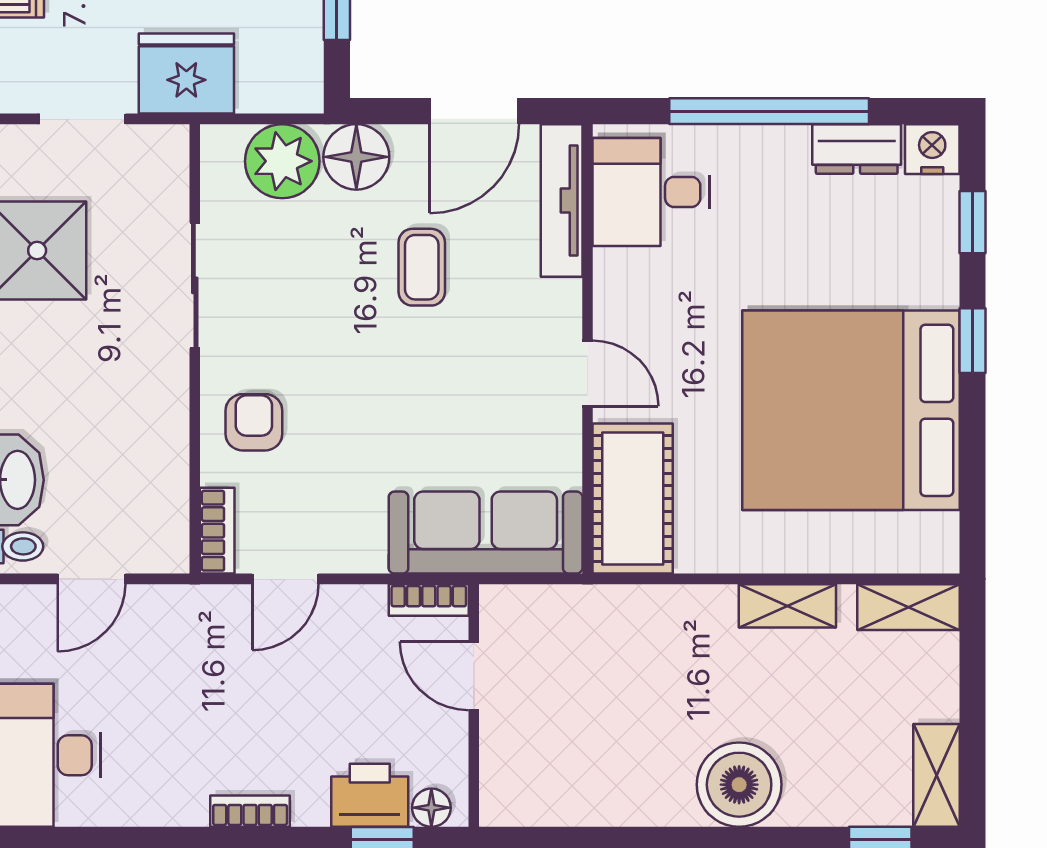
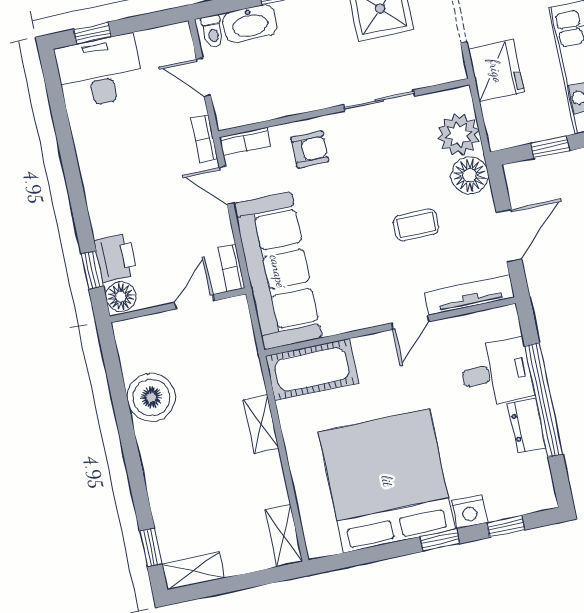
door: (474, 111) -> (509, 236), swing flipped
dresser: (857, 149) -> (527, 426), moved
nightstand: (932, 149) -> (469, 512), moved, turned 90
desk: (651, 192) -> (496, 372), moved, turned 90
door: (588, 373) -> (410, 322), moved
sofa: (486, 533) -> (278, 271), width x1.36, depth x1.27
shelving: (787, 606) -> (261, 424), moved
boiler: (739, 785) -> (151, 397), moved
floor lamp: (431, 808) -> (121, 297), width x1.37, depth x1.37
bookcase: (250, 811) -> (204, 139), moved, turned 180

